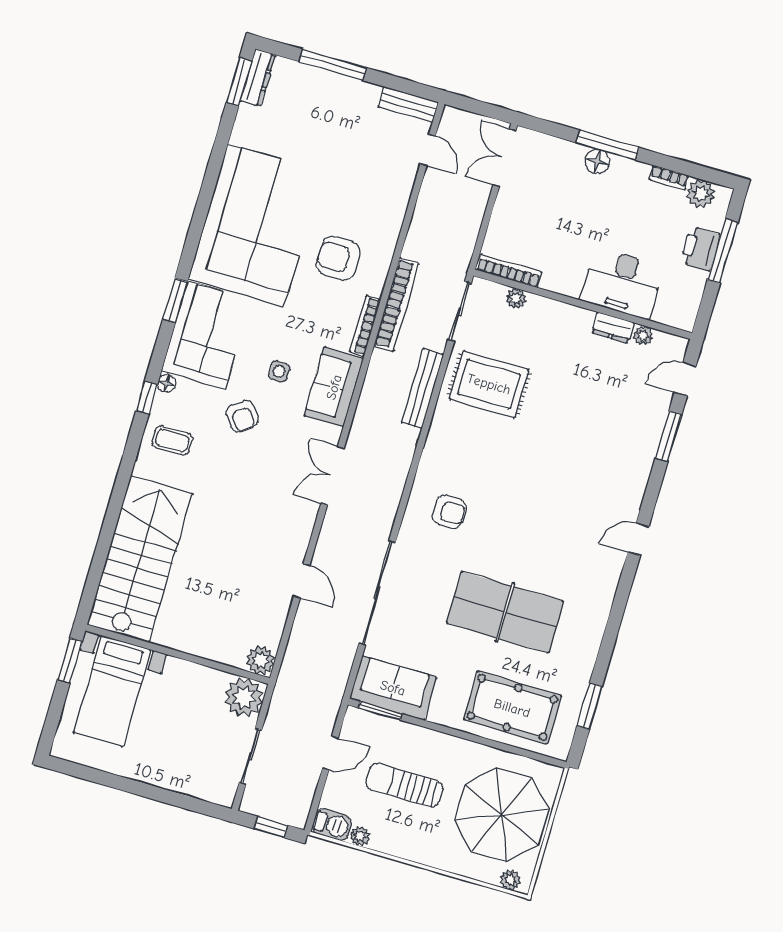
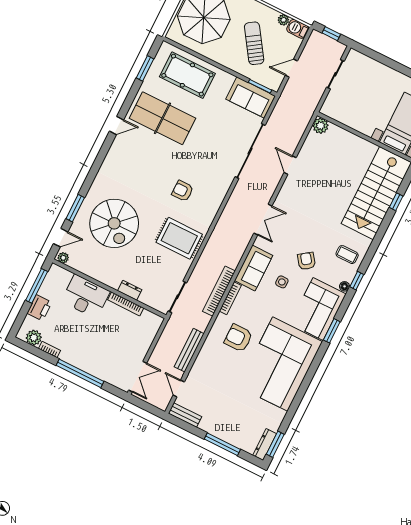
window: (608, 145) -> (80, 373), width x1.46
floor lamp: (597, 161) -> (87, 365), removed
window: (723, 251) -> (37, 286), moved
armchair: (338, 258) -> (238, 338), turned 180
bookcase: (509, 271) -> (126, 304), moved
plant: (516, 299) -> (145, 298), removed
bookcase: (397, 305) -> (219, 291), moved
dresser: (613, 328) -> (130, 290), moved
plant: (643, 335) -> (63, 258), moved
rug: (489, 384) -> (179, 238), moved
bench: (422, 388) -> (189, 350), moved
spiral stairs: (595, 422) -> (114, 223), added
armchair: (449, 512) -> (183, 191), moved
door: (638, 539) -> (117, 125), moved
window: (102, 550) -> (396, 202), added
table tennis table: (505, 612) -> (162, 118), moved
plant: (244, 697) -> (333, 107), removed
sun lounger: (404, 785) -> (254, 43), turned -124

